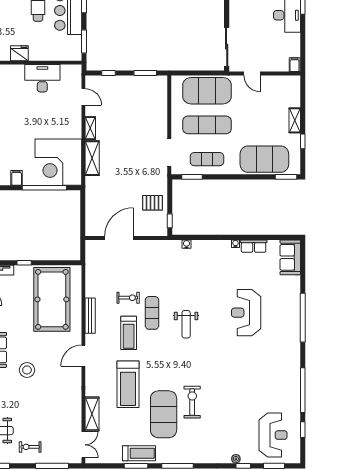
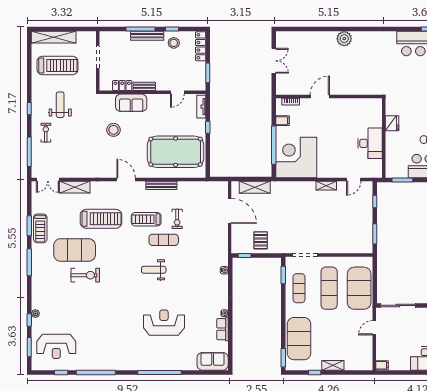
shelving: (92, 158) -> (255, 187), moved
treadmill: (128, 384) -> (101, 219), turned 180

